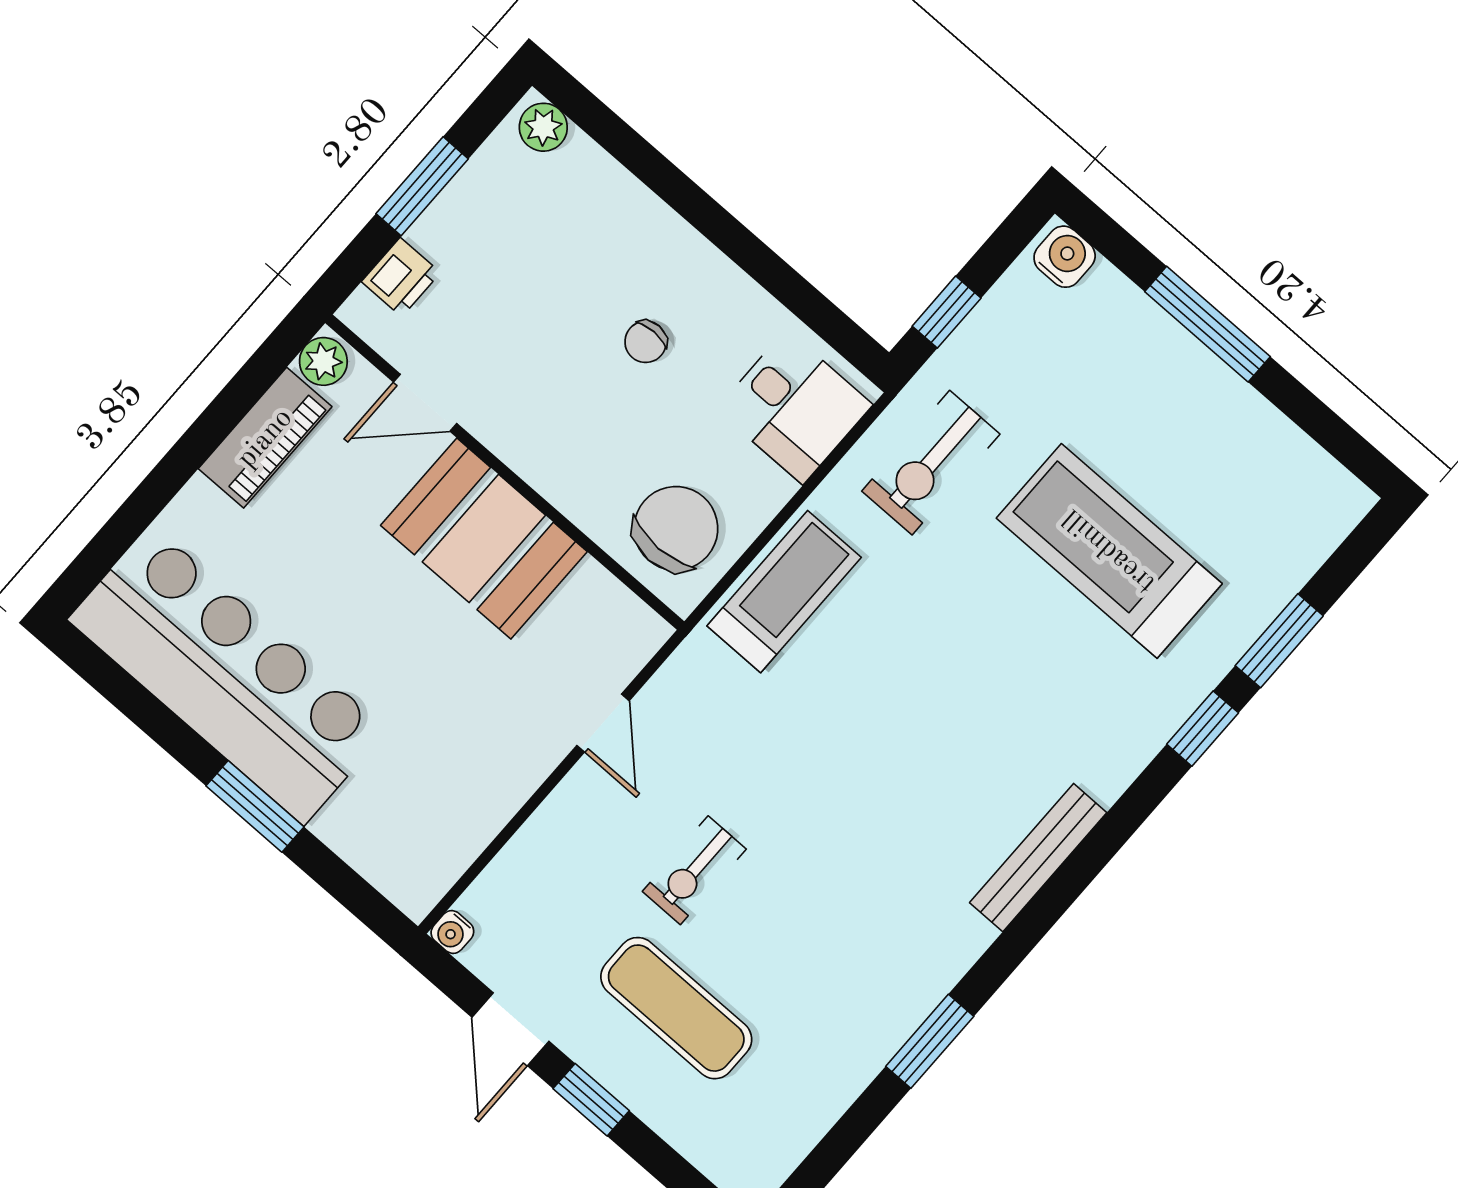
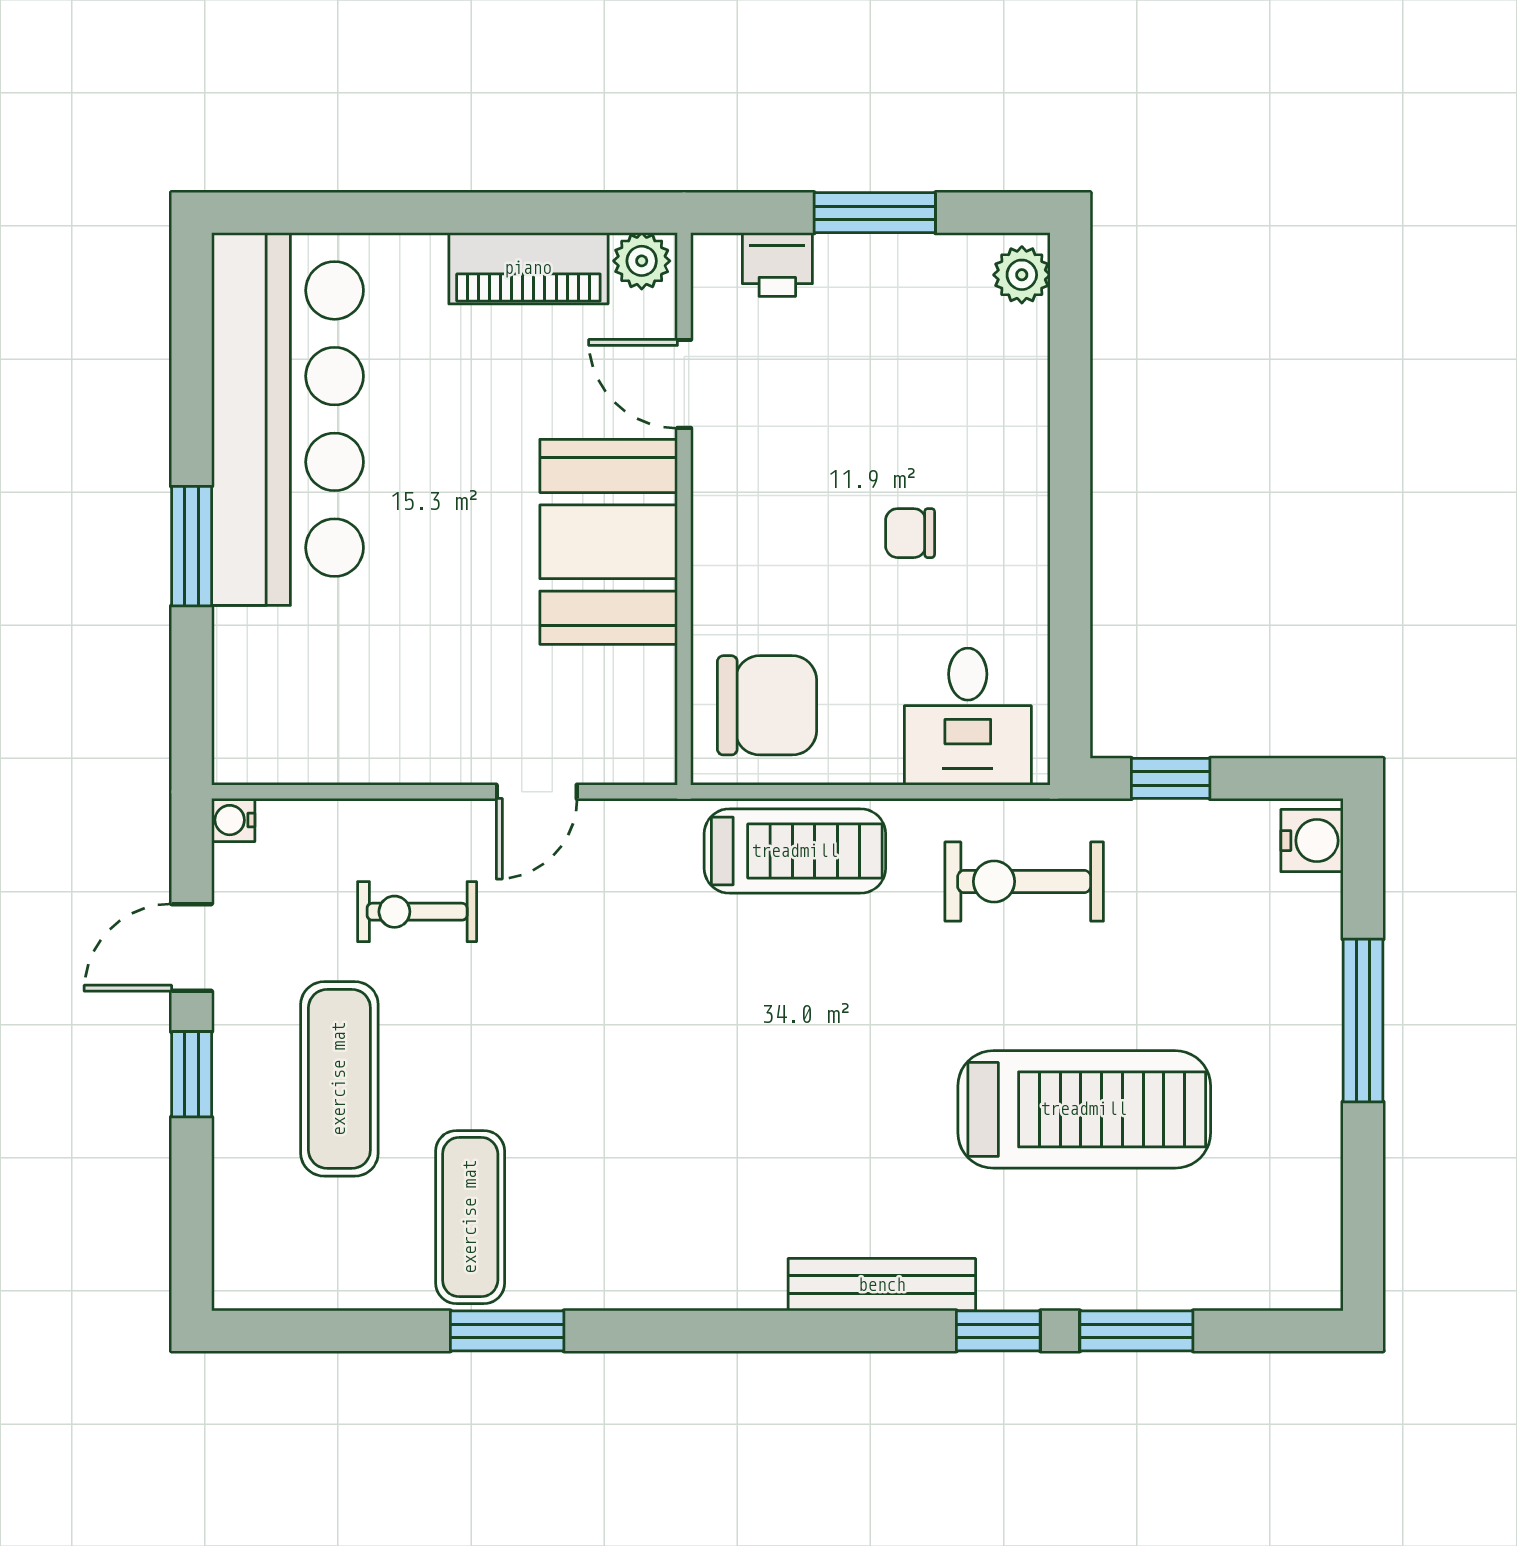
treadmill: (1109, 551) -> (1084, 1109), turned 90
bench: (1038, 858) -> (882, 1285), moved
exercise bike: (694, 870) -> (417, 912), moved
exercise mat: (837, 1002) -> (470, 1217), added

